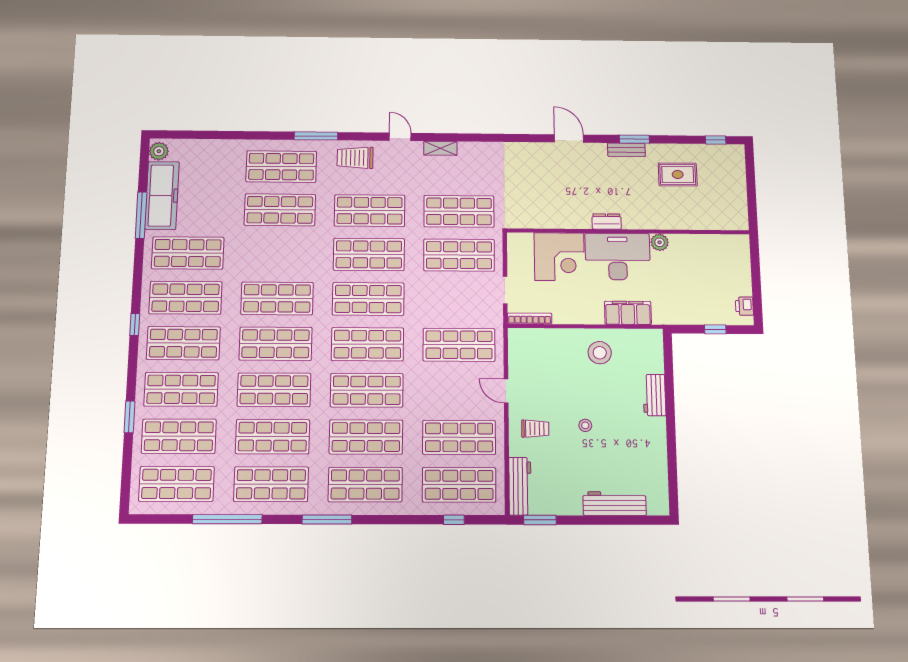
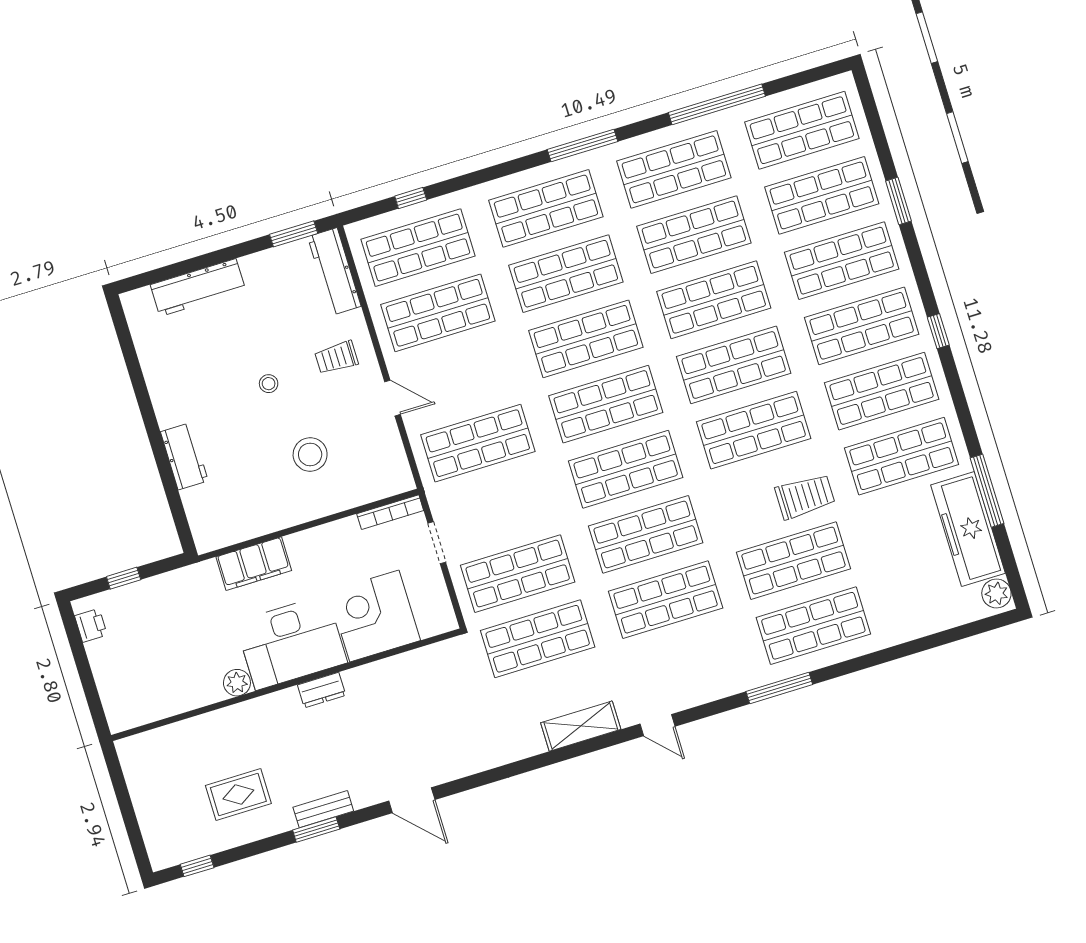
shelving: (440, 148) -> (581, 726), width x1.50, depth x1.33
trolley: (355, 158) -> (805, 496), moved
stool: (600, 353) -> (310, 454), moved

